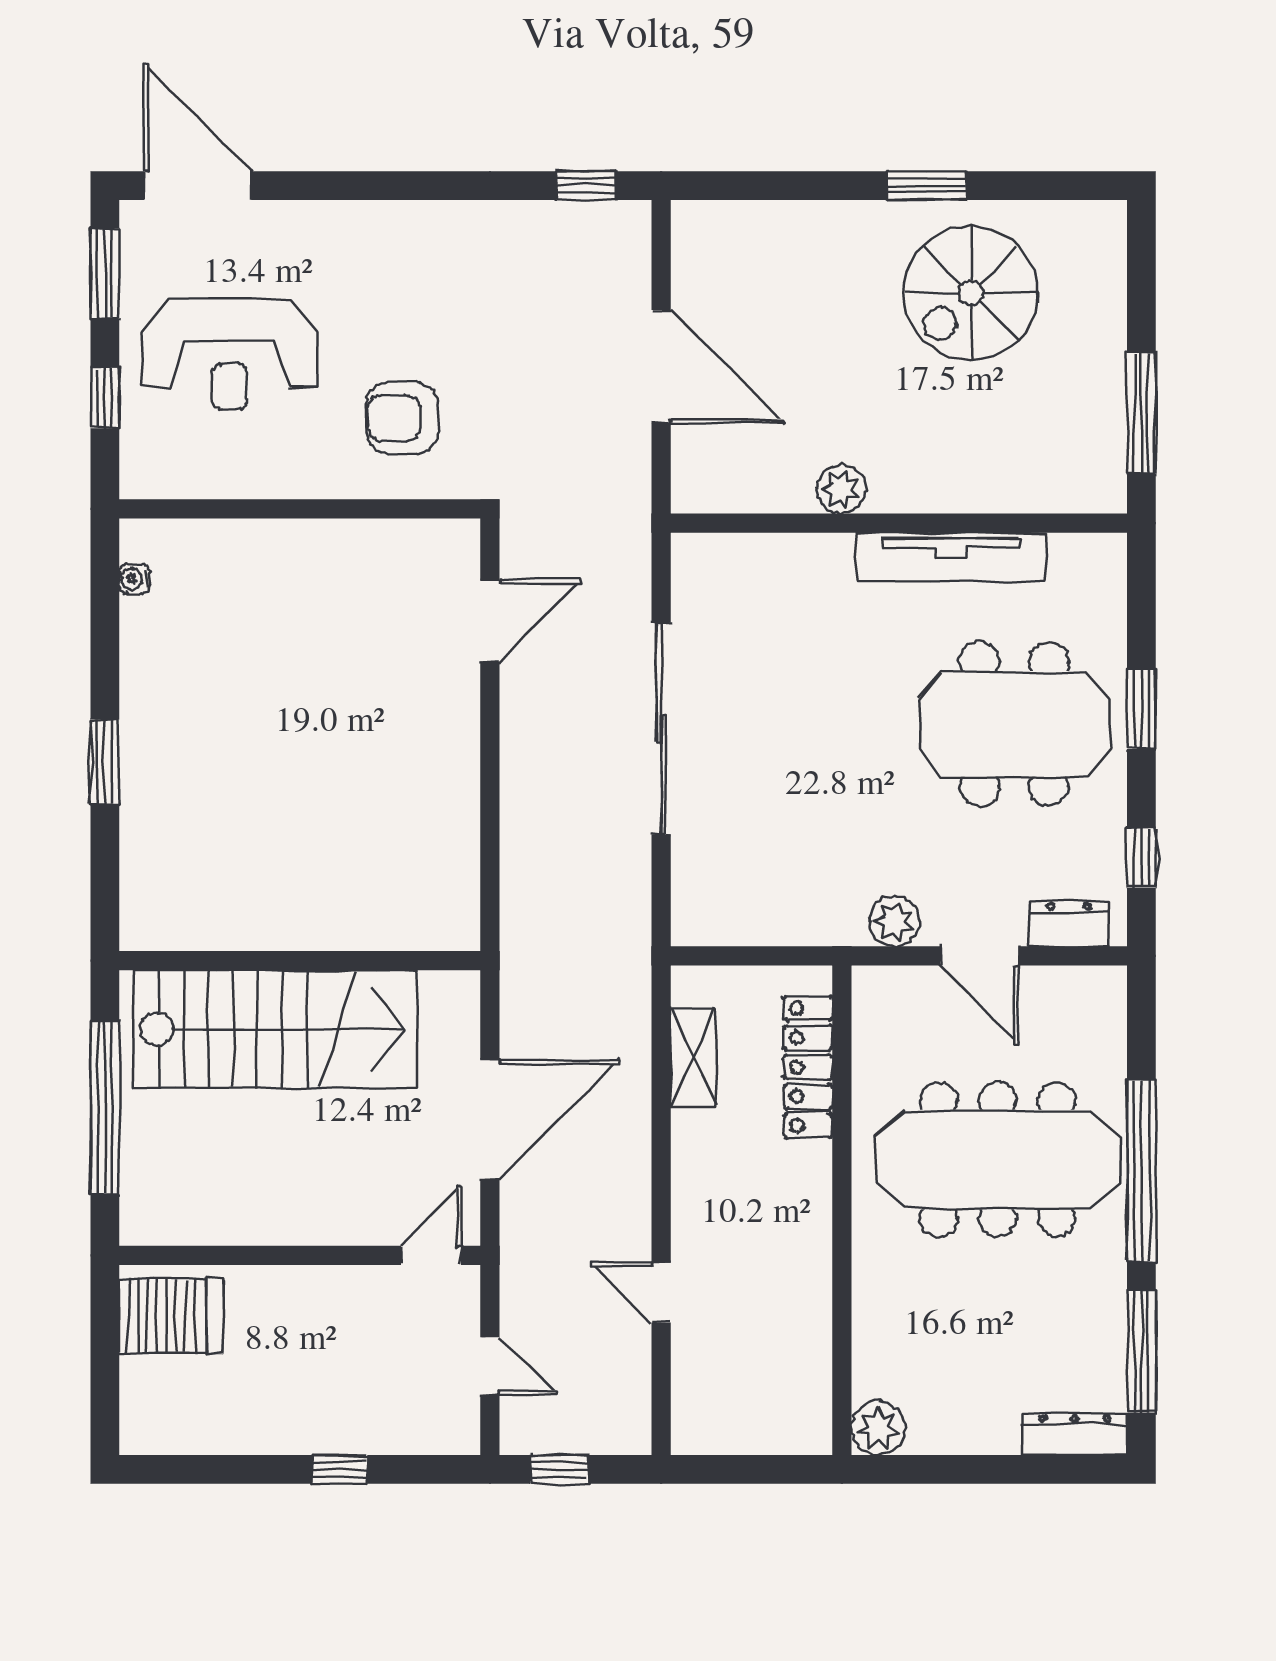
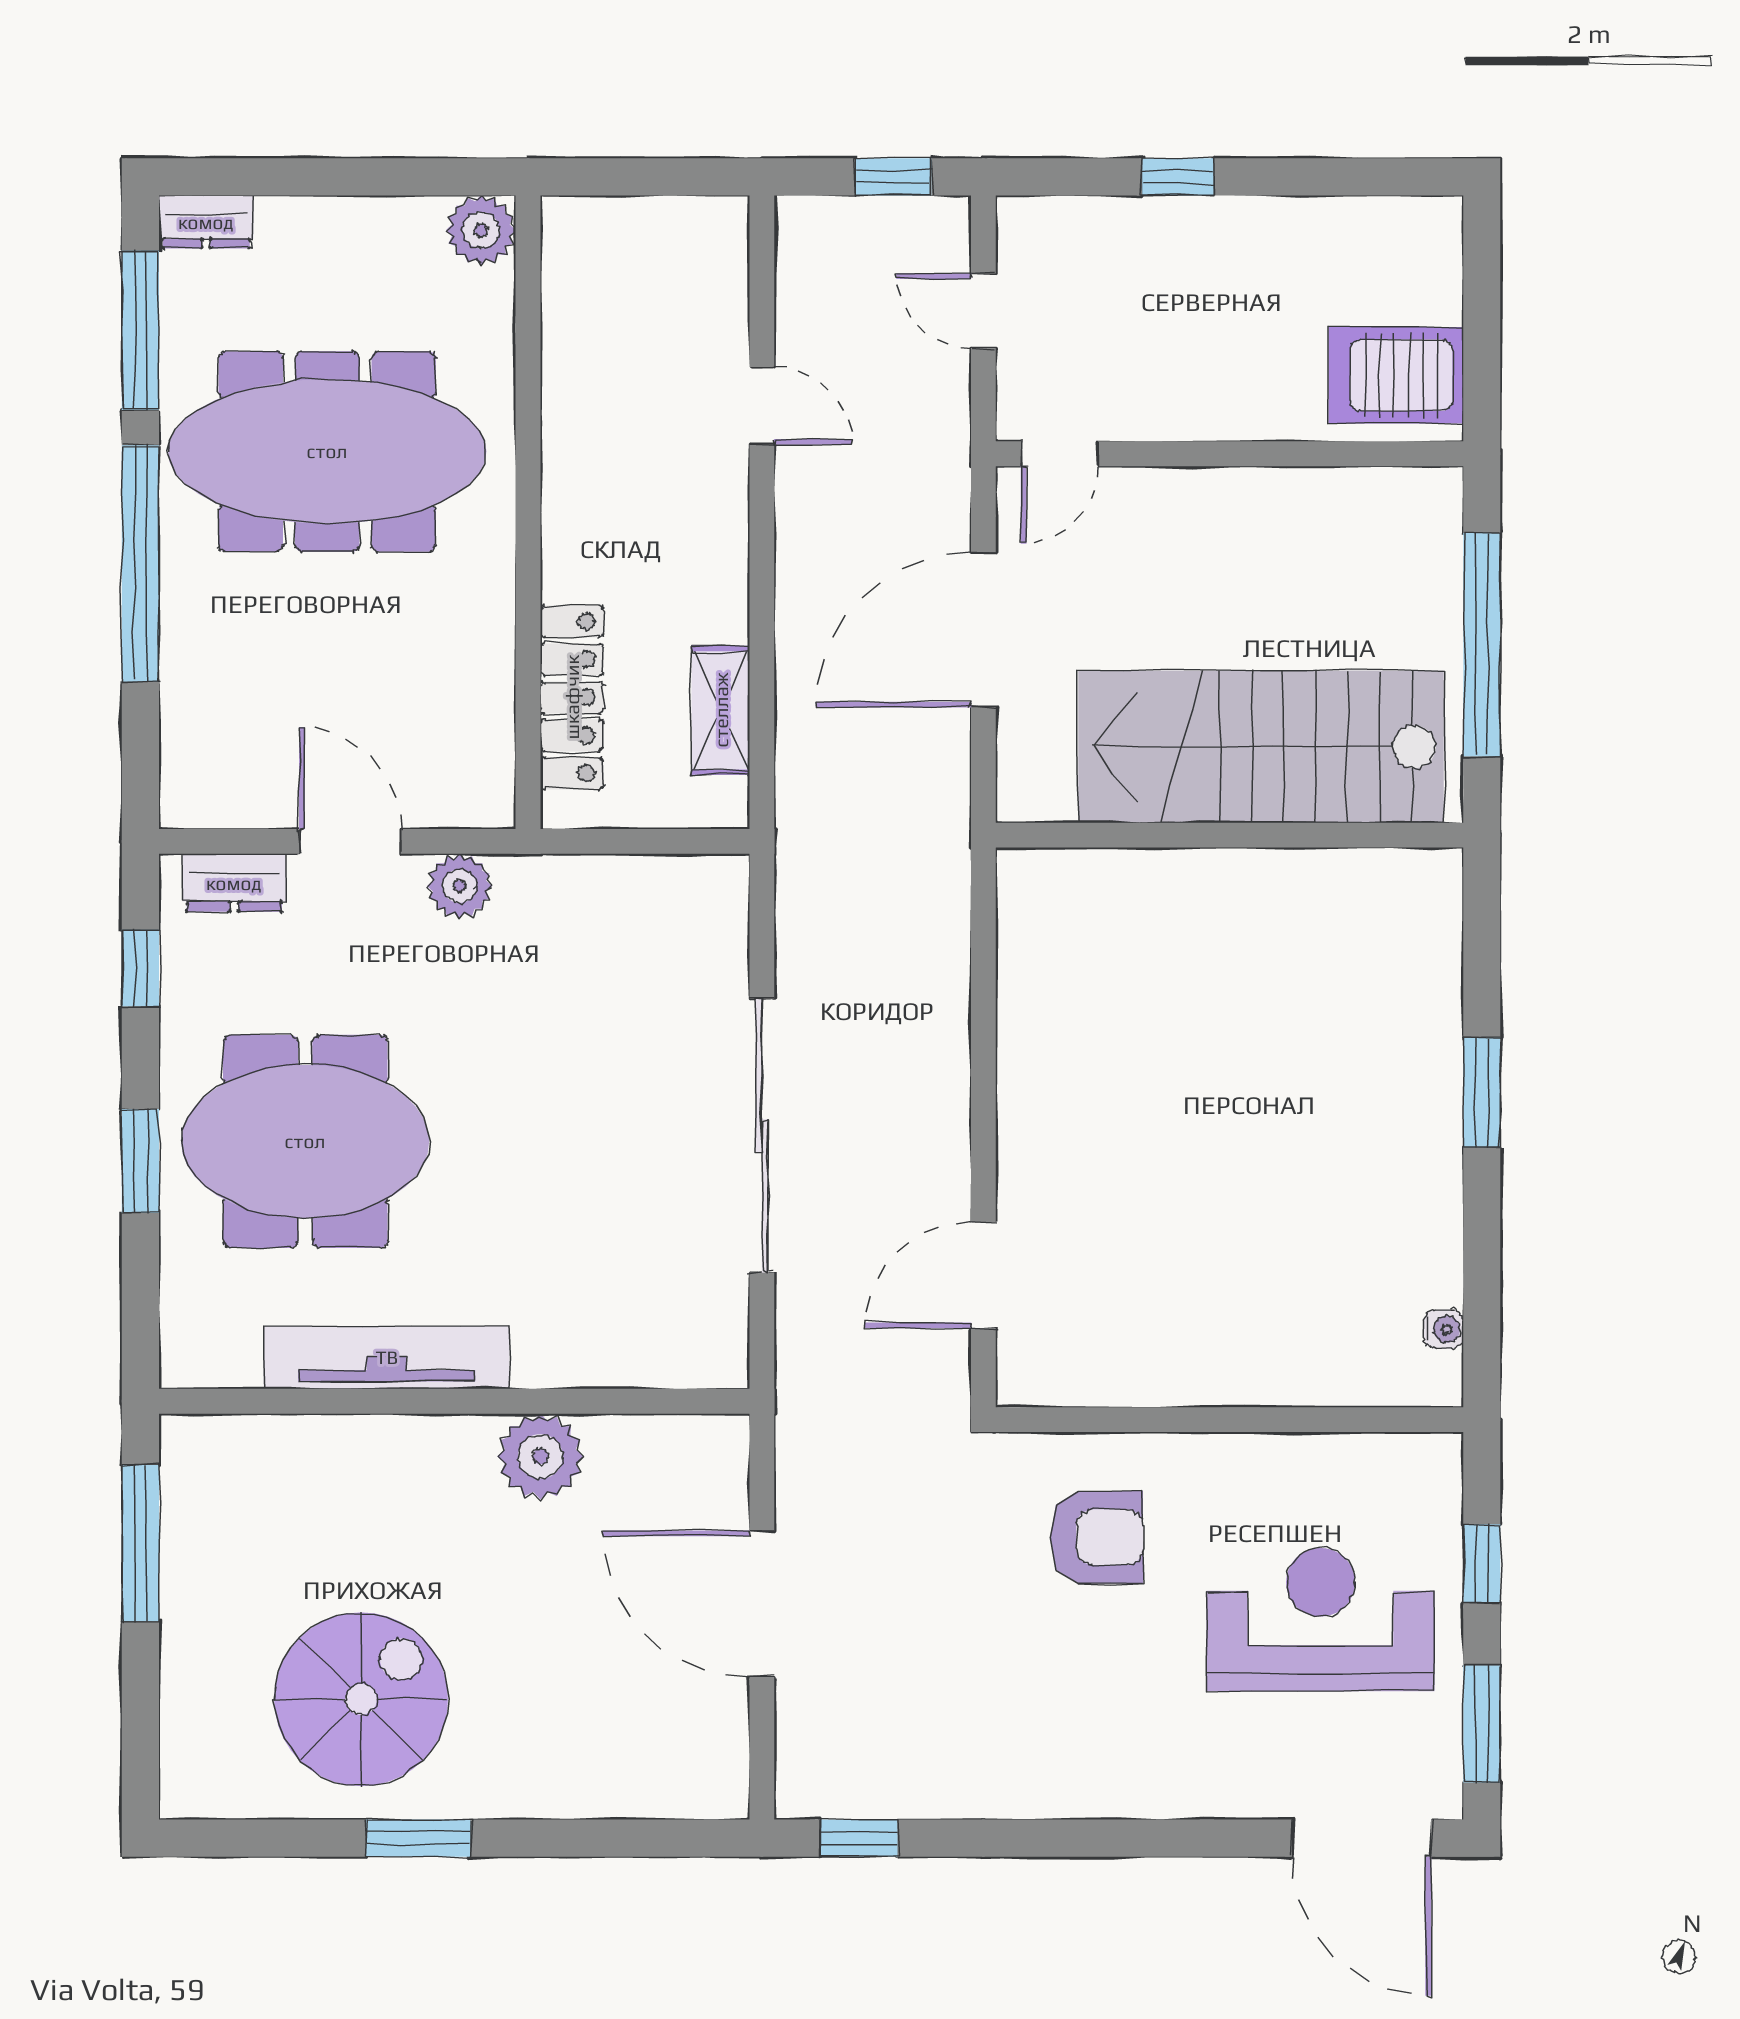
plant: (841, 489) -> (540, 1456), width x1.36, depth x1.36
meeting table: (998, 1160) -> (327, 451), moved
dresser: (1075, 1435) -> (206, 222), width x0.70

